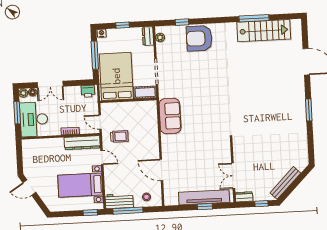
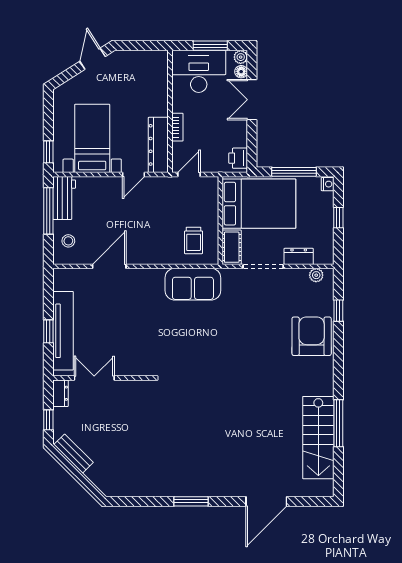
dresser: (148, 36) -> (299, 256), moved
trolley: (119, 136) -> (194, 240), moved
bench: (285, 183) -> (74, 454), width x0.73

